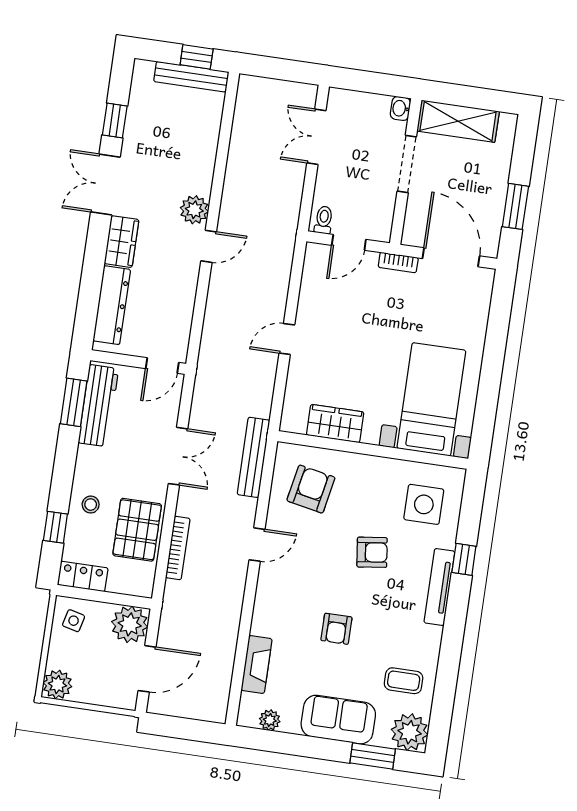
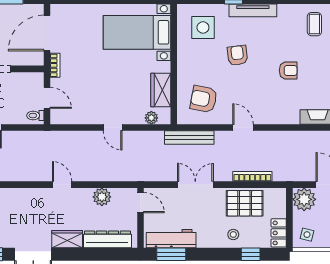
plant: (194, 210) -> (102, 197), moved
plant: (293, 402) -> (151, 118), added

